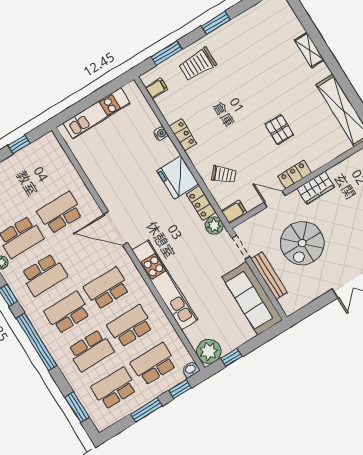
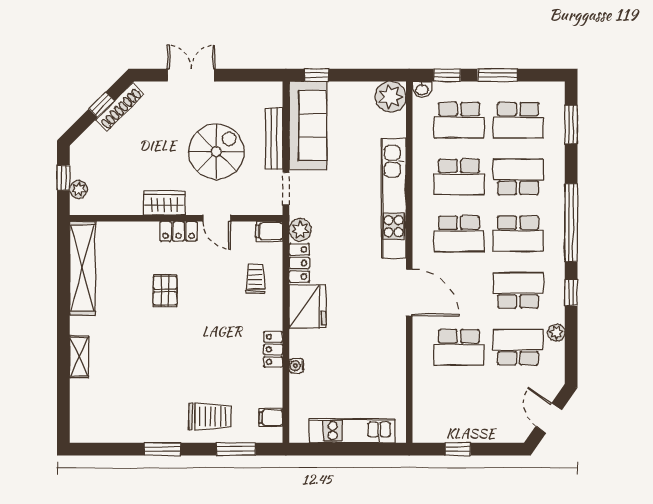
trolley: (224, 174) -> (255, 279), turned 49
window: (231, 357) -> (317, 75), moved

